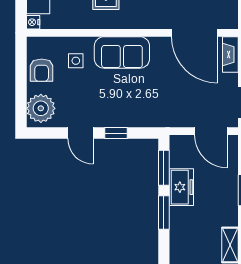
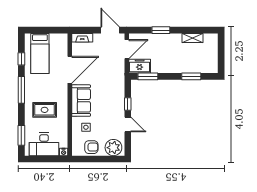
door: (194, 33) -> (70, 70), moved
door: (80, 133) -> (128, 125), hinge flipped
freezer: (181, 187) -> (140, 66), moved
window: (164, 212) -> (191, 76), moved

